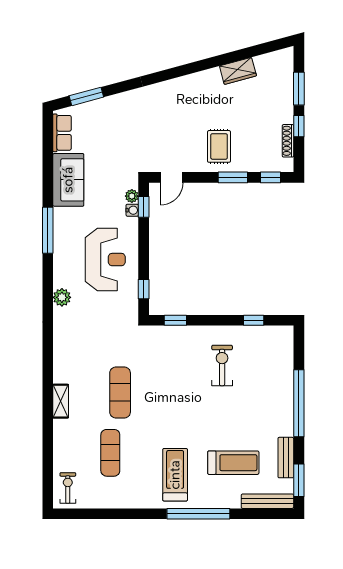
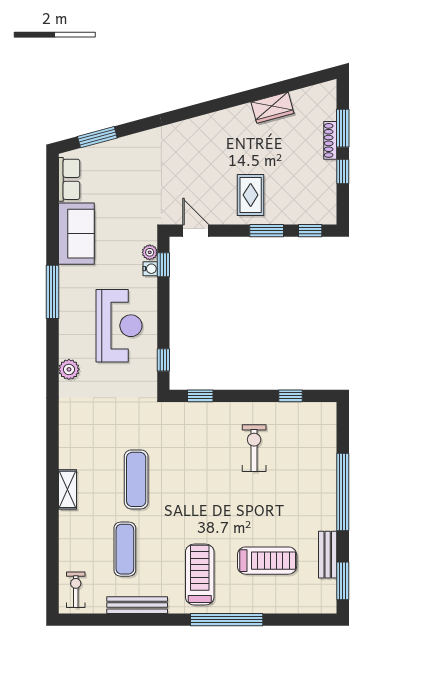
shoe rack: (288, 141) -> (330, 140), moved
door: (172, 177) -> (196, 231), swing flipped
bench: (267, 501) -> (137, 605), moved

